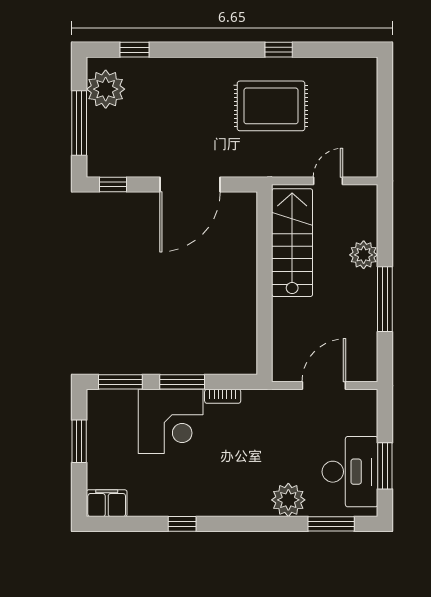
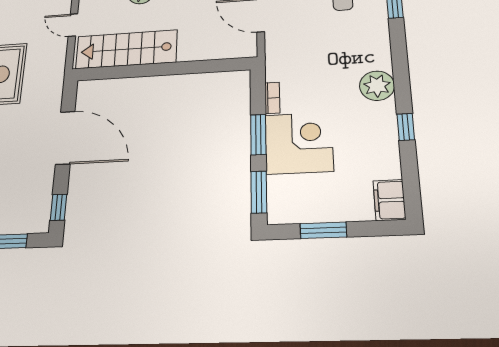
plant: (288, 500) -> (377, 86), moved

